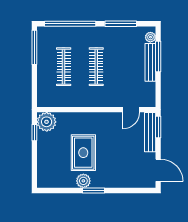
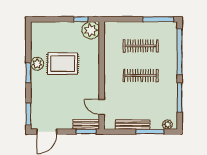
bench: (150, 62) -> (132, 124), moved
bench: (150, 132) -> (86, 124), width x0.73
window: (139, 190) -> (28, 114), added

